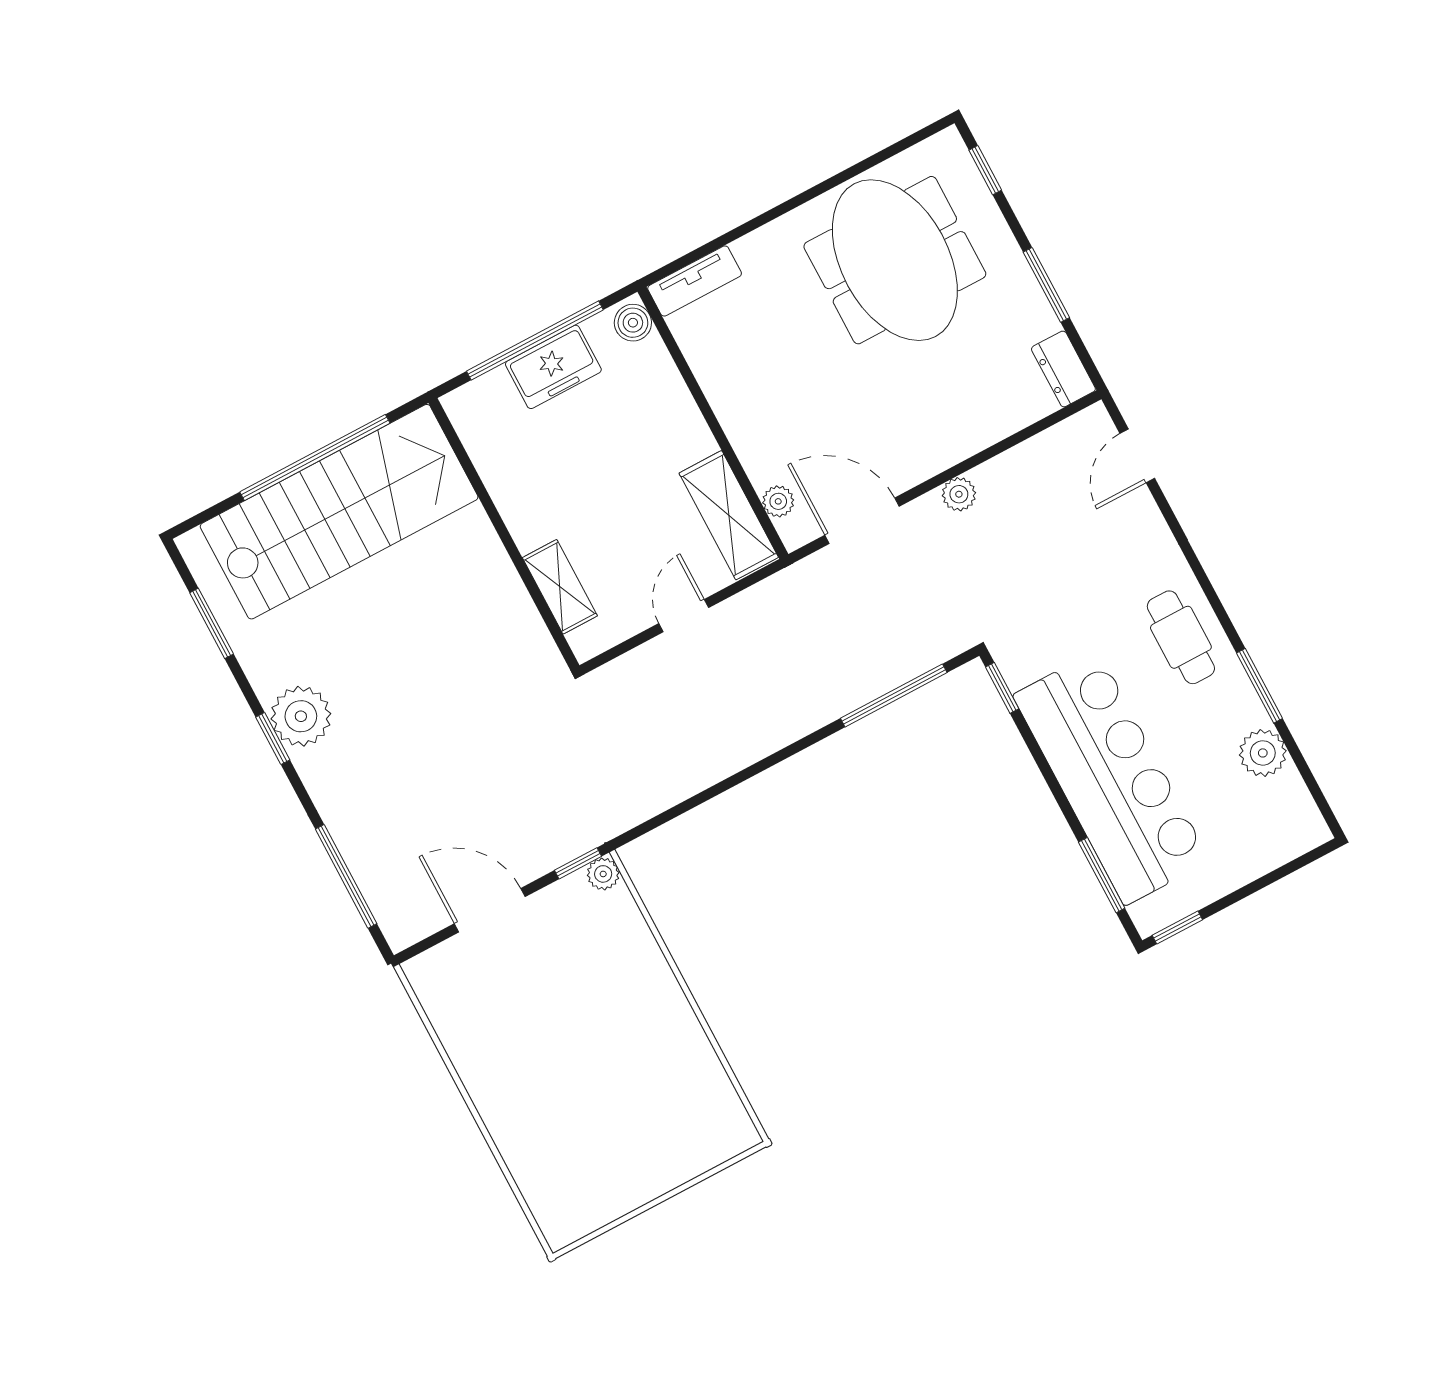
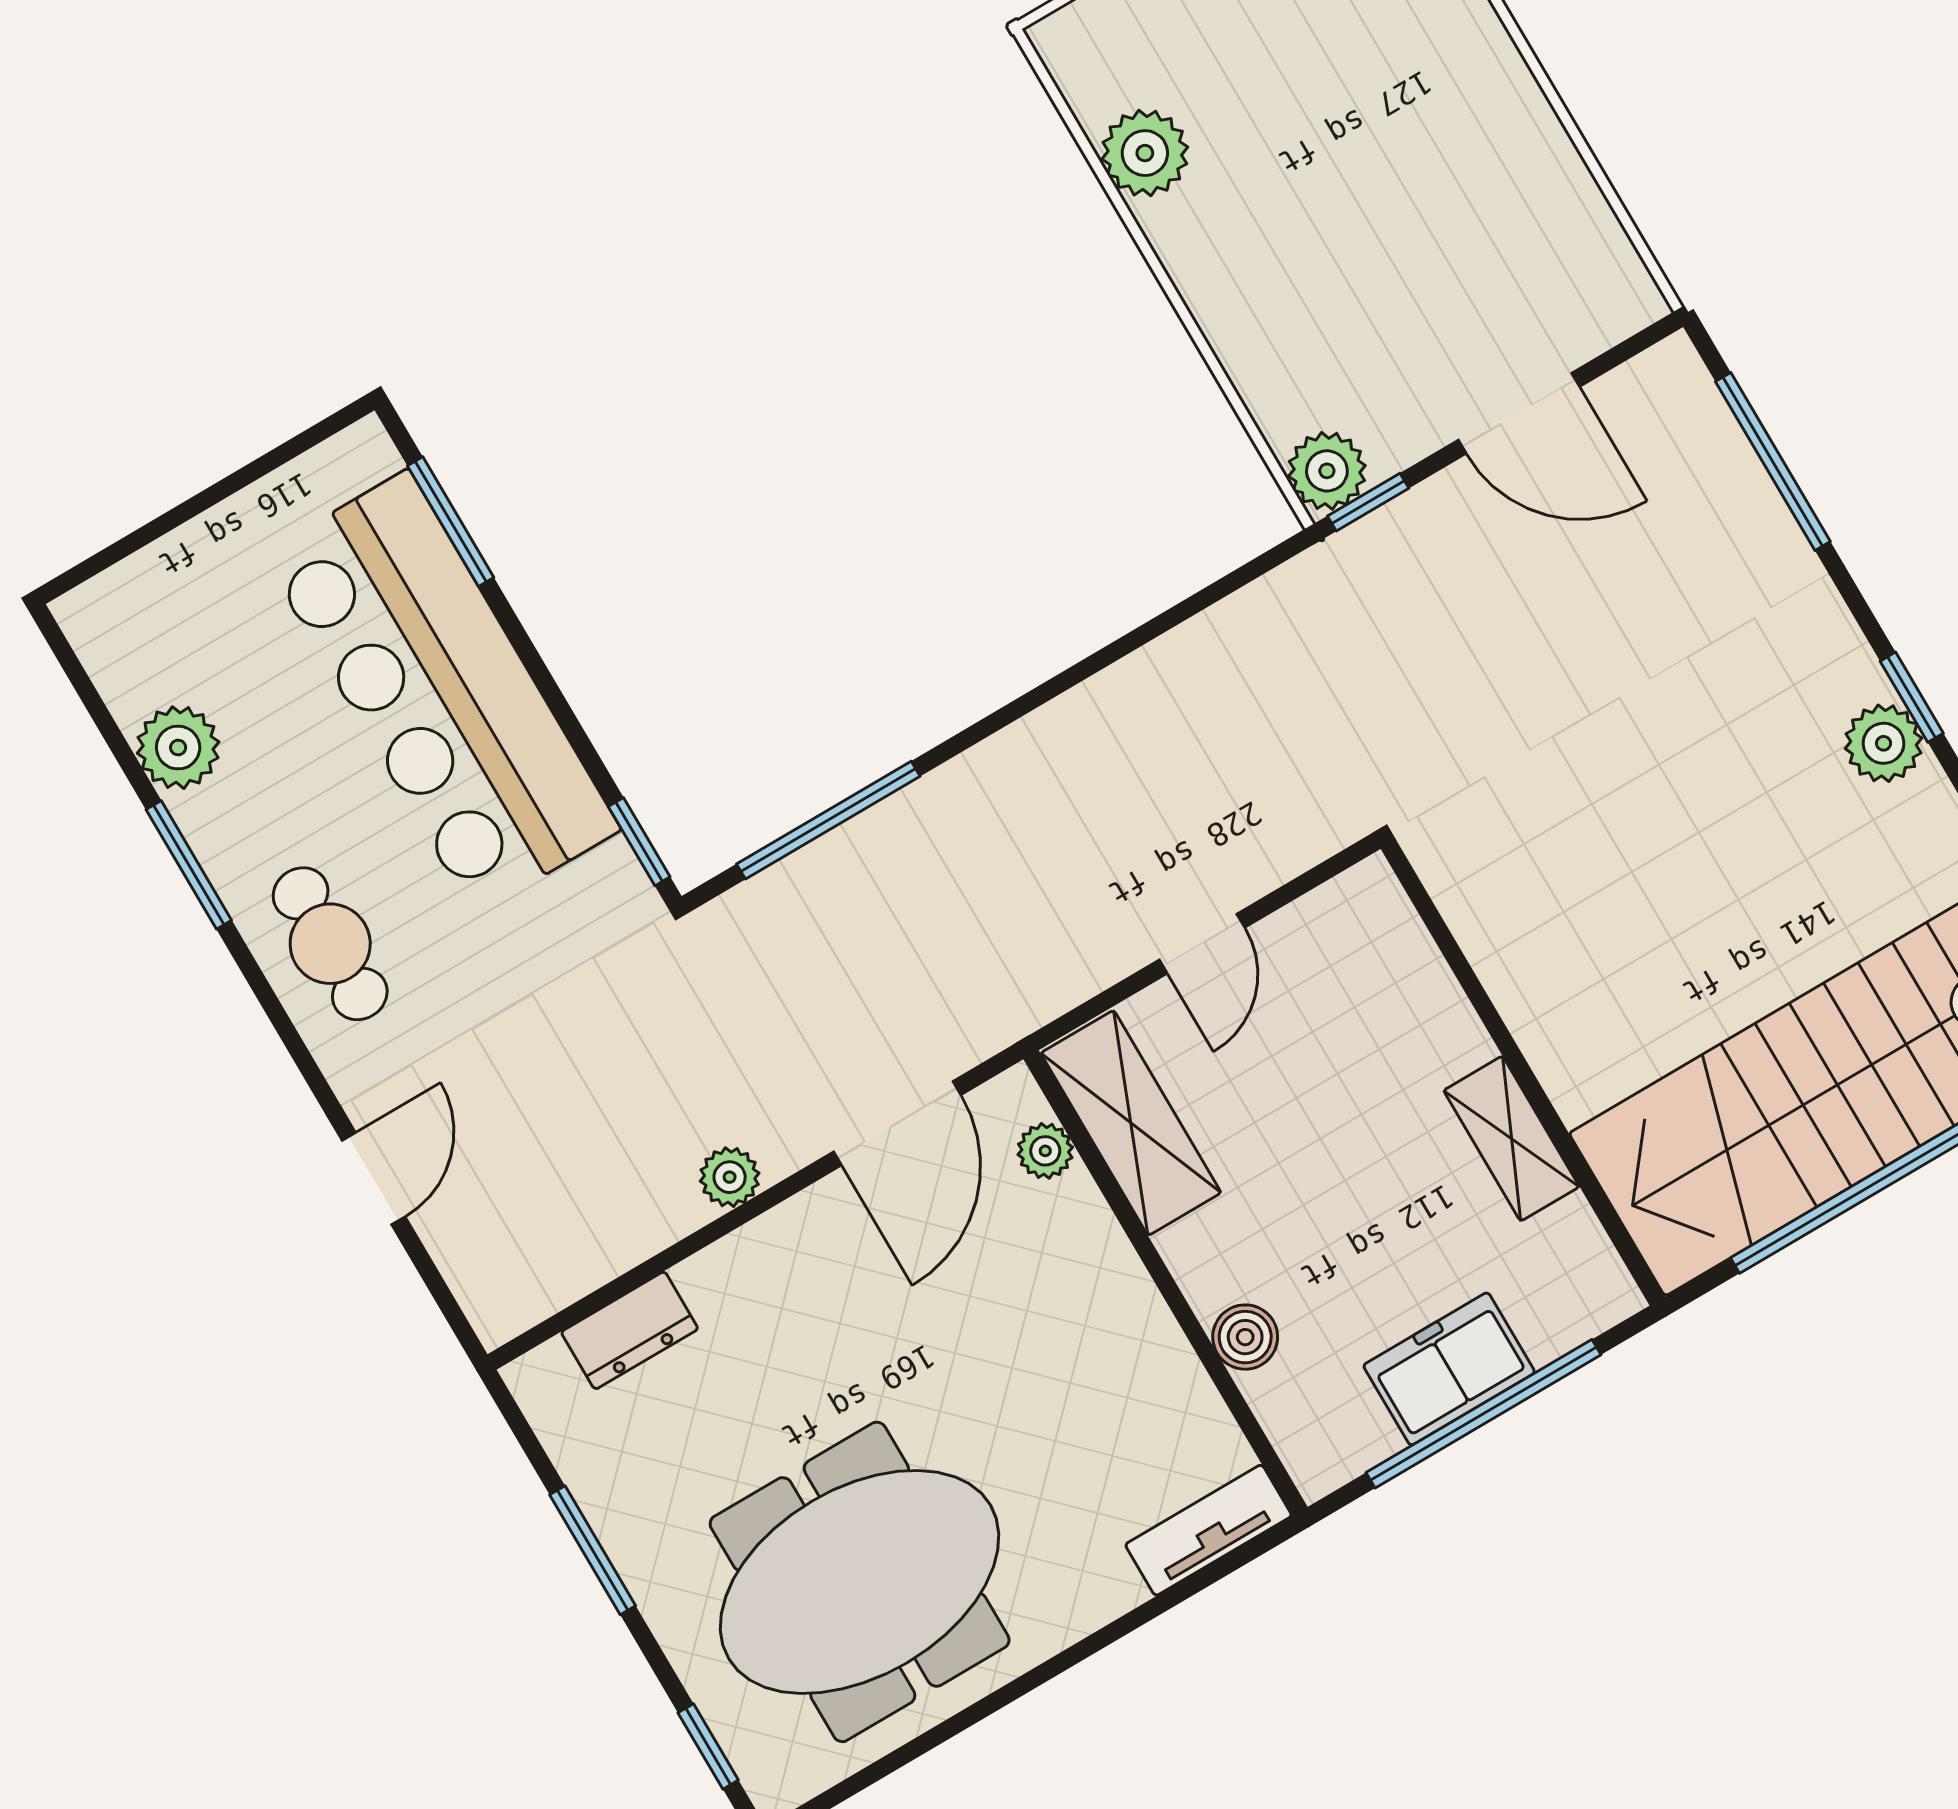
meeting table: (895, 260) -> (860, 1582), turned 90
boiler: (633, 323) -> (1245, 1337), moved
dresser: (1063, 369) -> (630, 1330), moved, turned 90
door: (1137, 456) -> (374, 1178), moved
door: (862, 521) -> (897, 1123), hinge flipped
shelving: (560, 587) -> (1511, 1139), moved
plant: (301, 716) -> (1884, 743), width x0.73, depth x0.73
plant: (603, 874) -> (1327, 471), width x1.38, depth x1.38
window: (1177, 928) -> (314, 436), removed
plant: (697, 1068) -> (1145, 153), added

